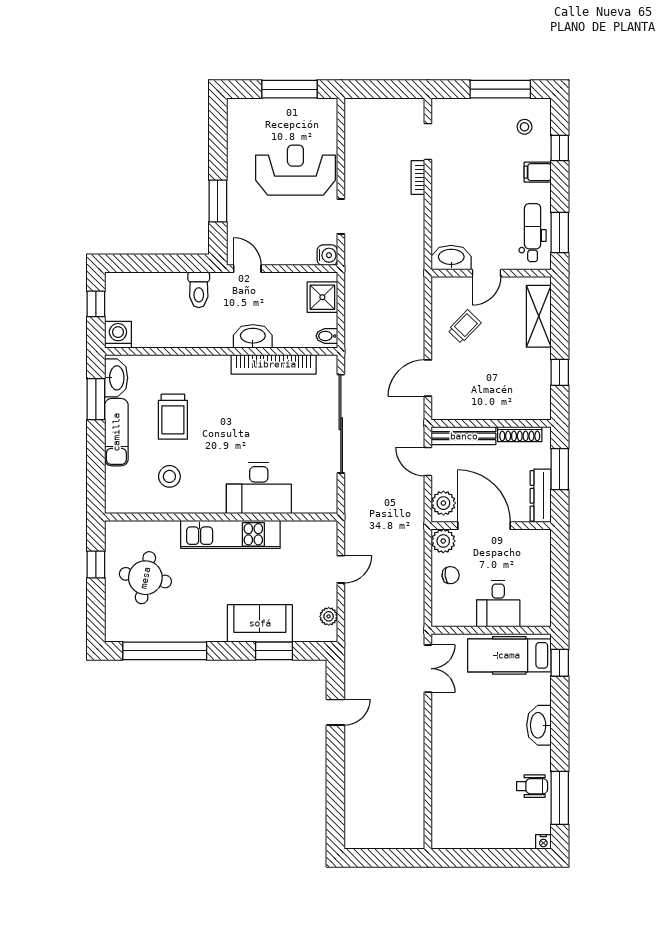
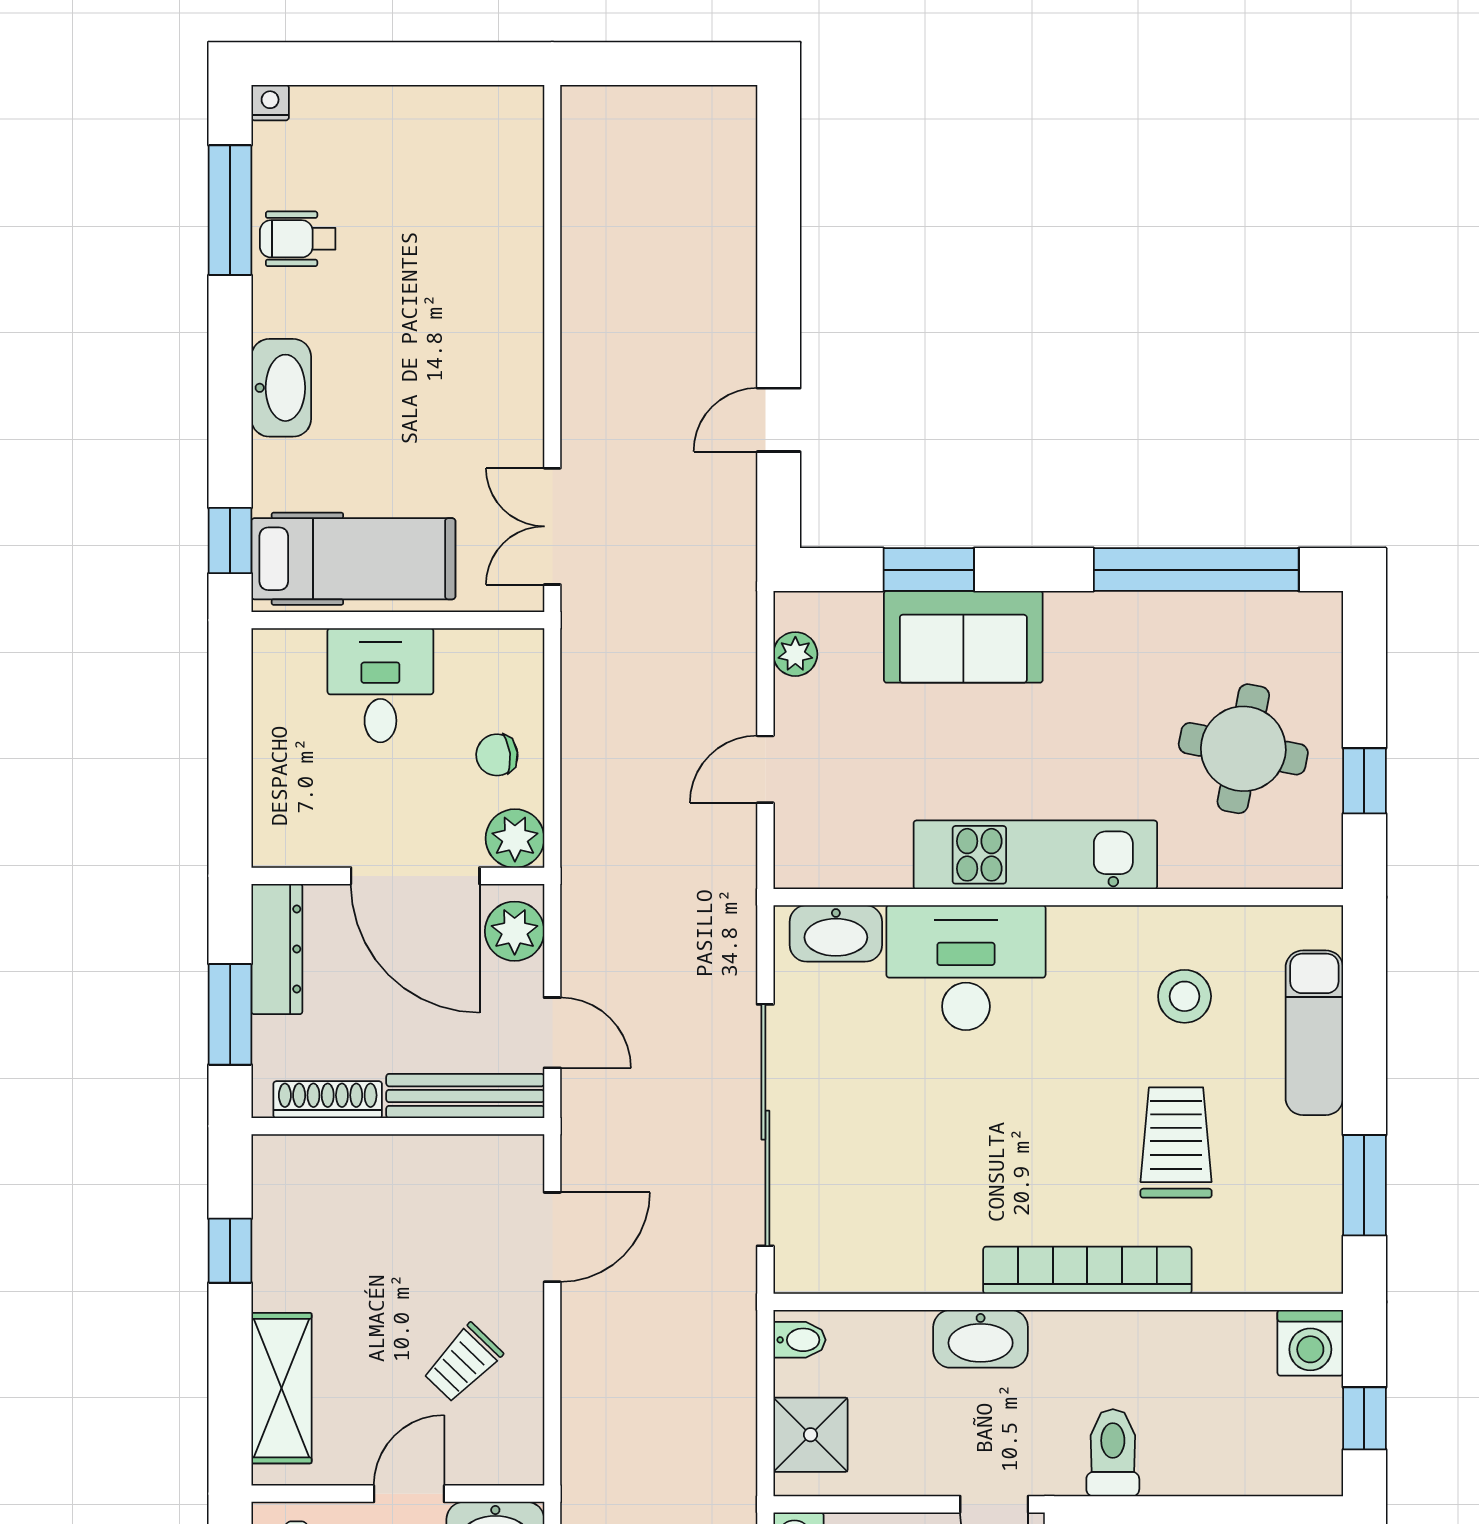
bookcase: (274, 364) -> (1087, 1270), moved
washbasin: (116, 378) -> (836, 933), moved, turned -90
exam couch: (116, 432) -> (1314, 1033), moved

